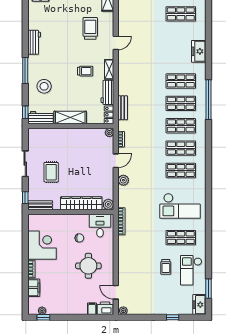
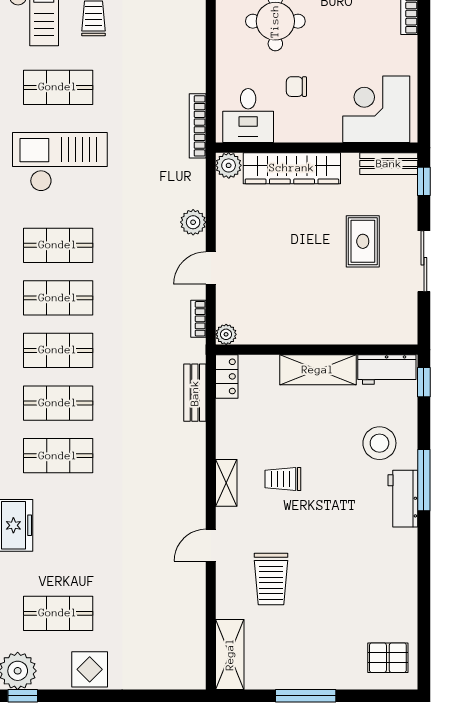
workbench: (34, 42) -> (403, 499), moved
workbench: (107, 92) -> (230, 429), removed
corner desk: (42, 245) -> (376, 109), moved, turned 90

